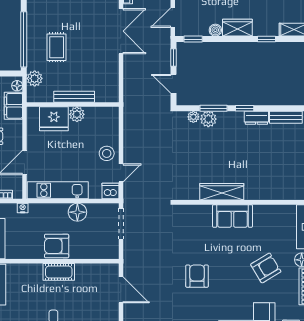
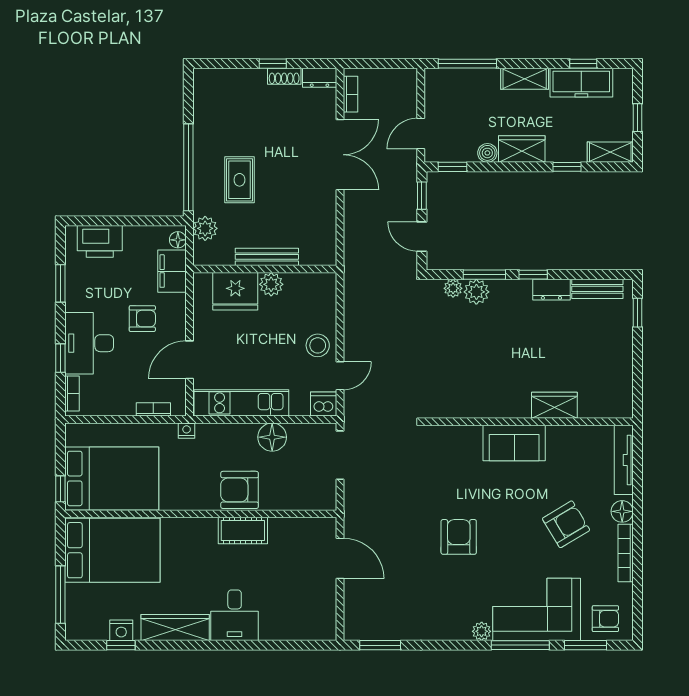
wardrobe: (222, 192) -> (554, 405), moved, width x0.67

